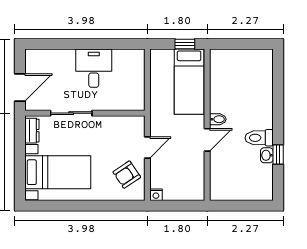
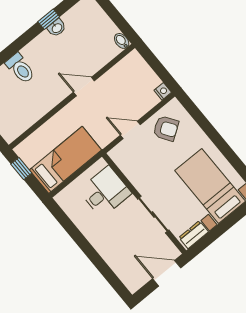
desk: (94, 68) -> (105, 192), moved, turned 180
bed: (189, 82) -> (65, 160), moved
bidet: (218, 119) -> (122, 41), moved
toilet: (259, 138) -> (20, 68), moved

